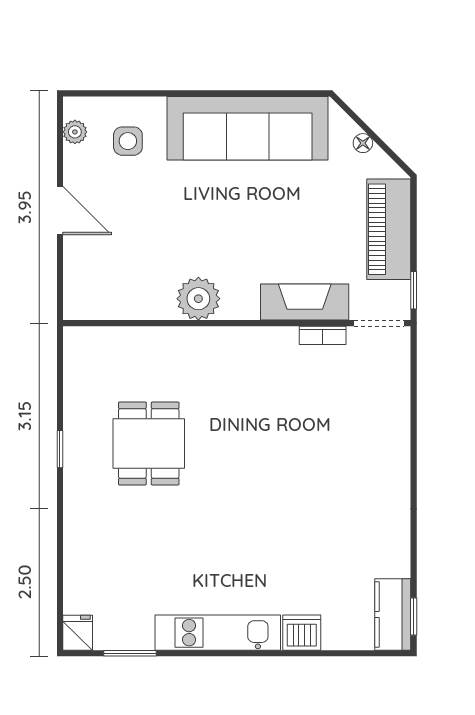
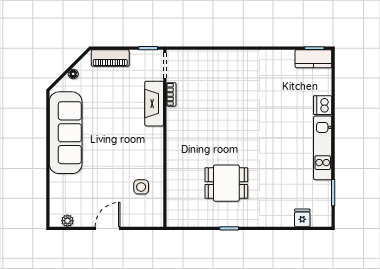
side table: (128, 141) -> (141, 187), moved
piano: (389, 229) -> (110, 58), width x0.73, depth x0.75
plant: (198, 299) -> (152, 158), removed
fridge: (78, 633) -> (302, 218), moved, turned 90

